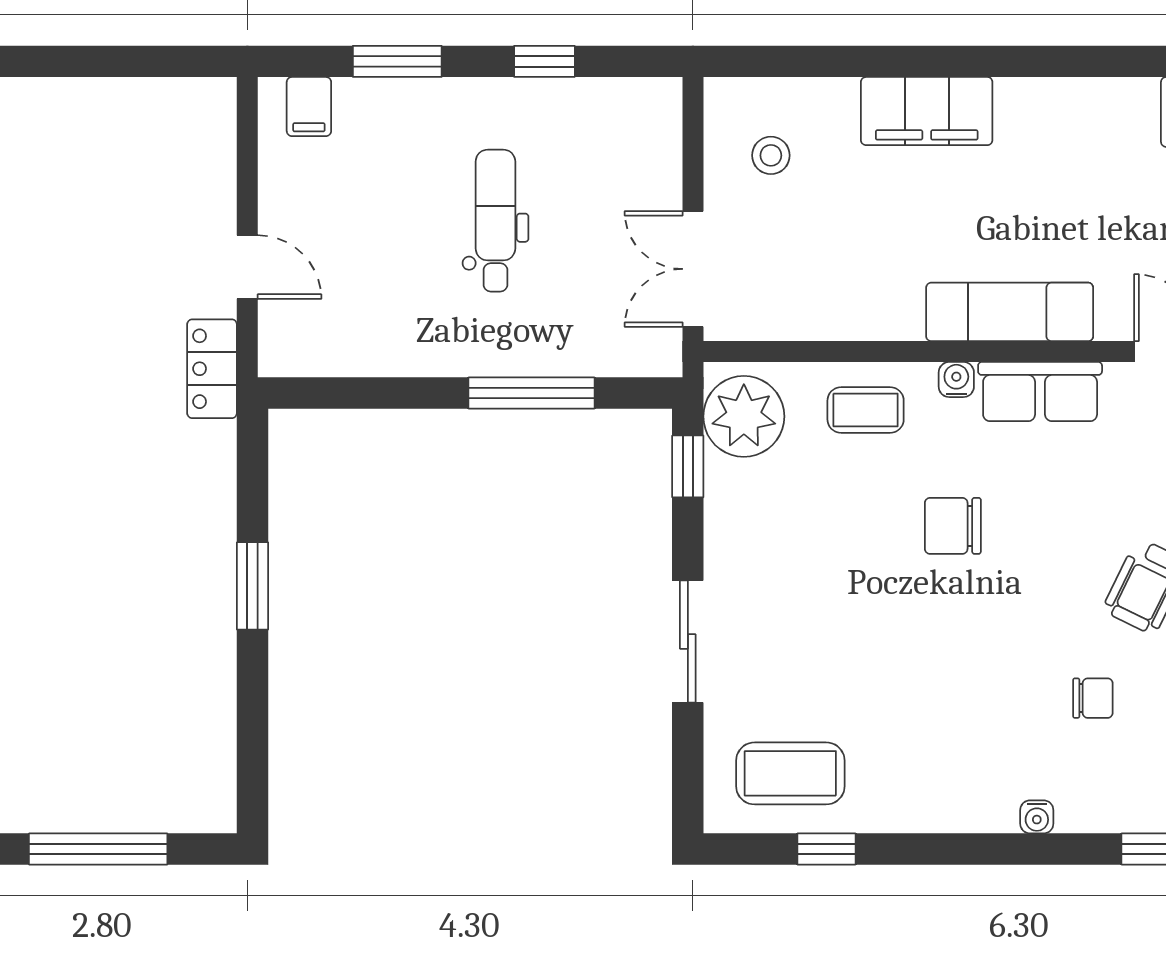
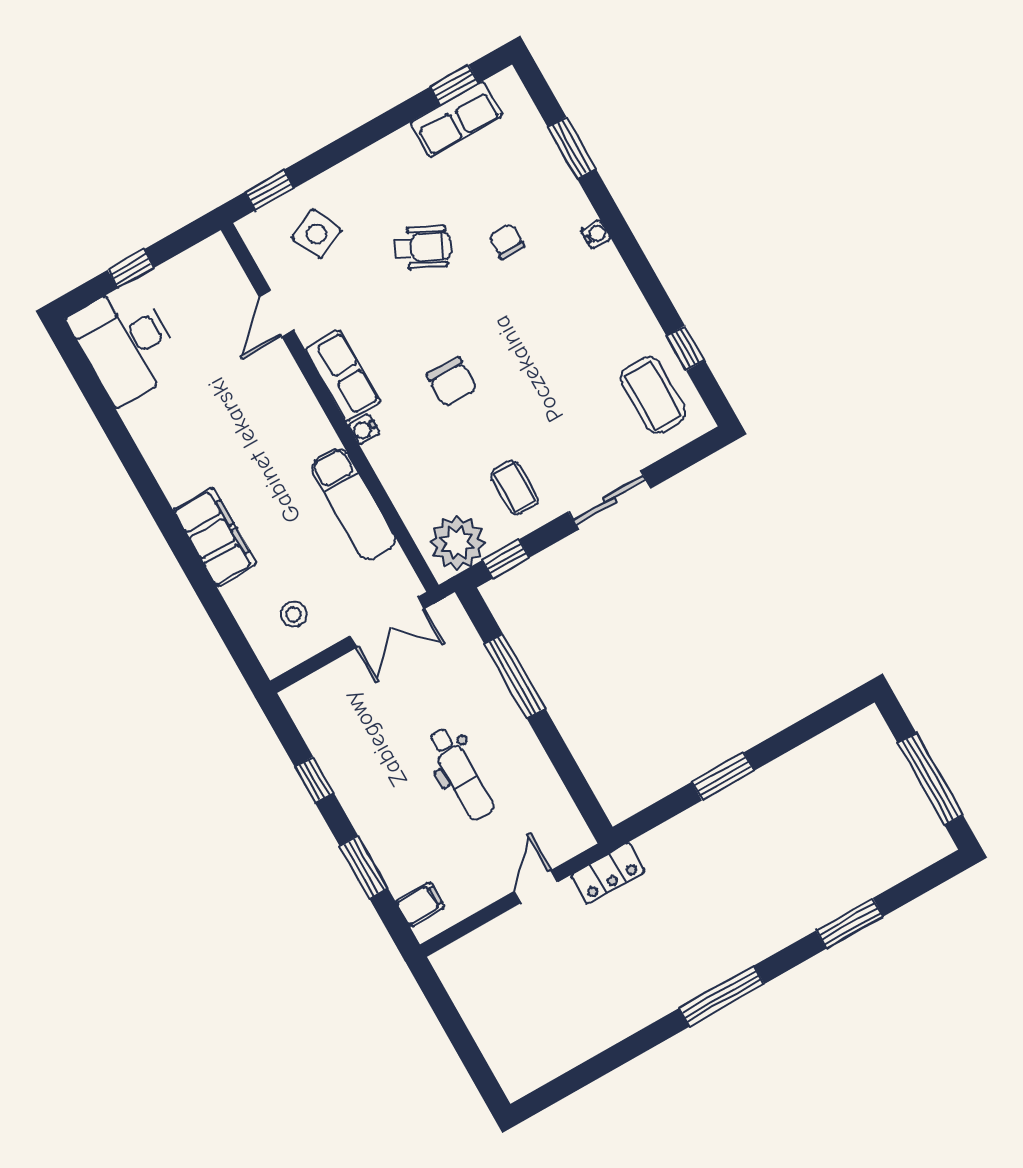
dental chair: (495, 221) -> (461, 774), moved, turned -90
exam couch: (1010, 312) -> (354, 504), moved
coffee table: (866, 410) -> (514, 488), moved

